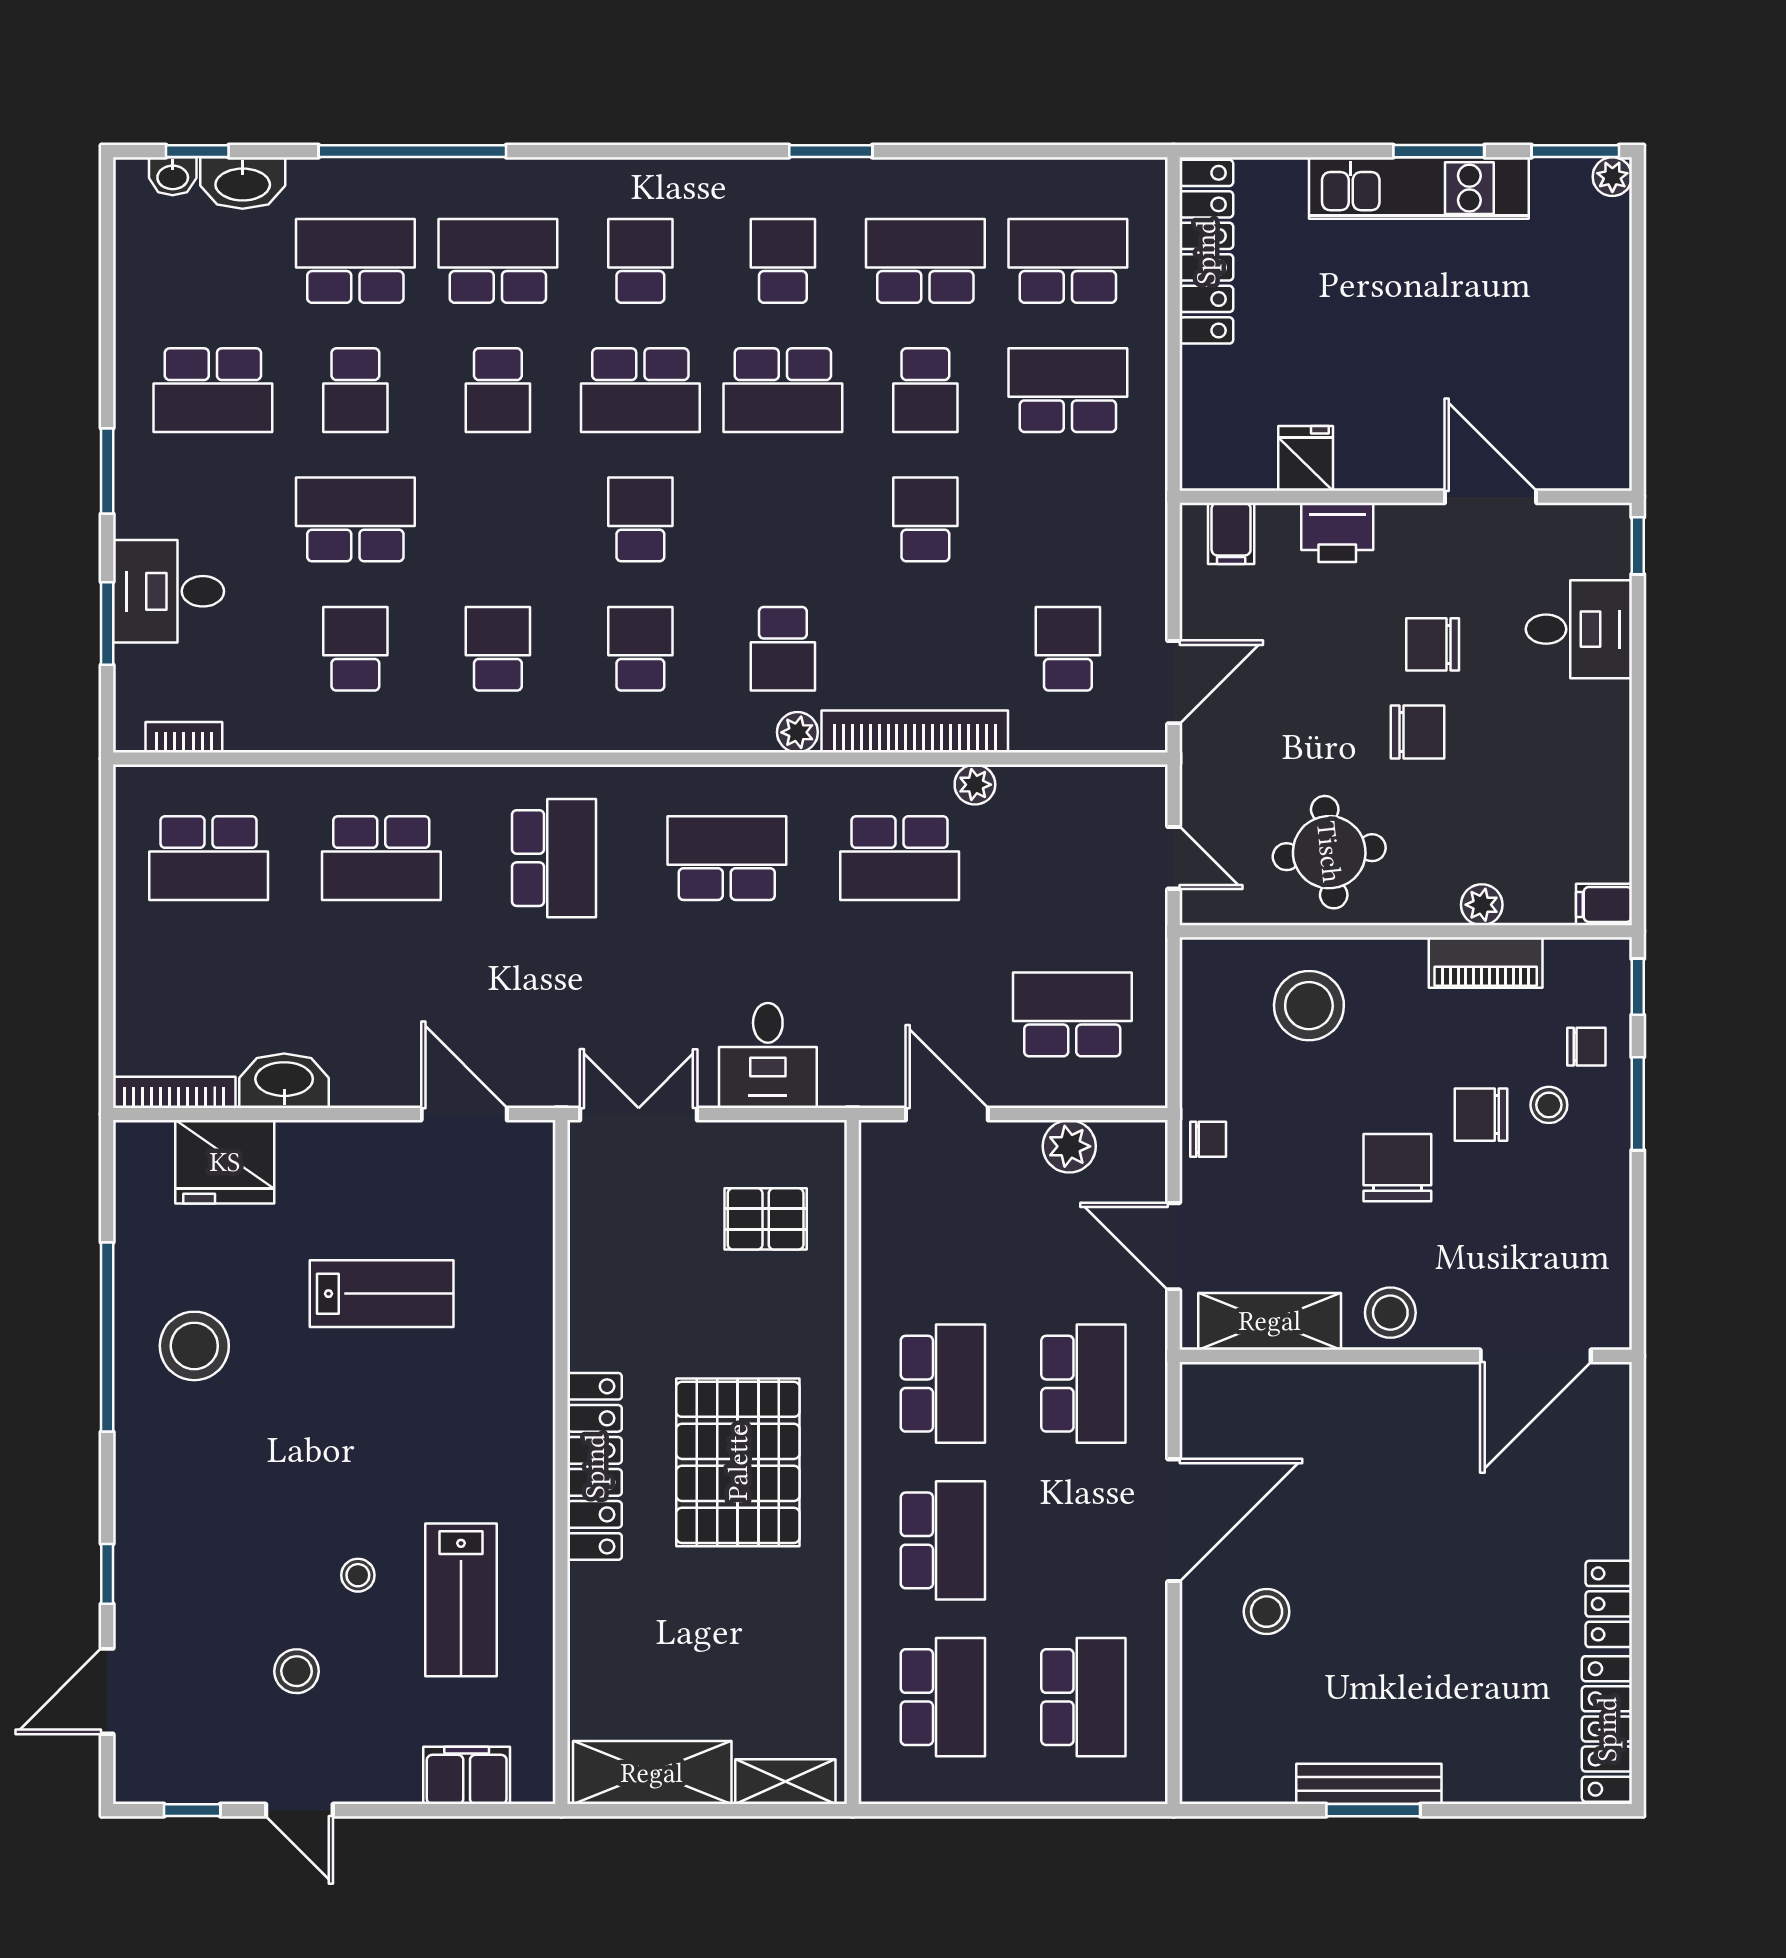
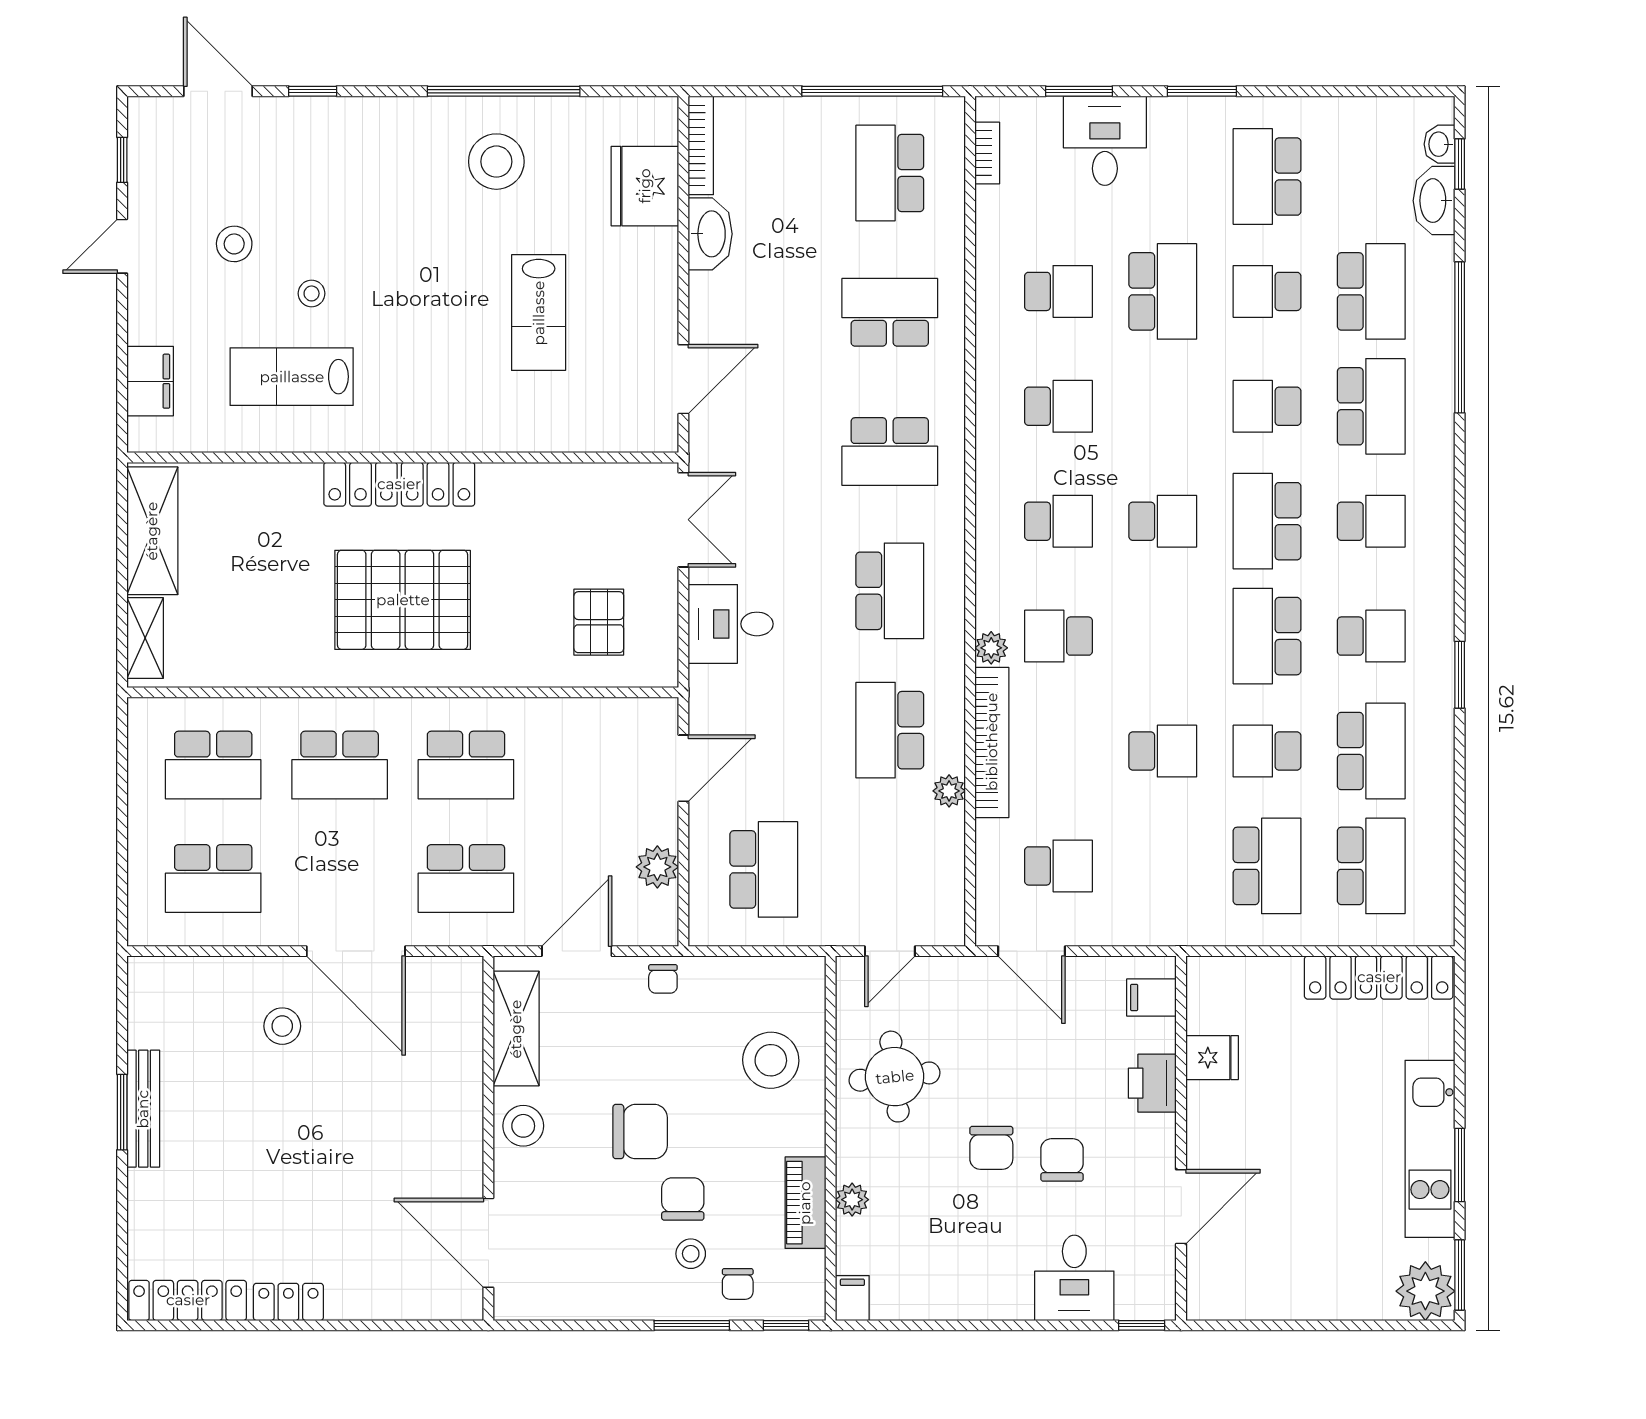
plant: (1612, 177) -> (1425, 1291), width x1.88, depth x1.88
school desk: (381, 858) -> (890, 312), turned 90
window: (107, 880) -> (872, 91), added

